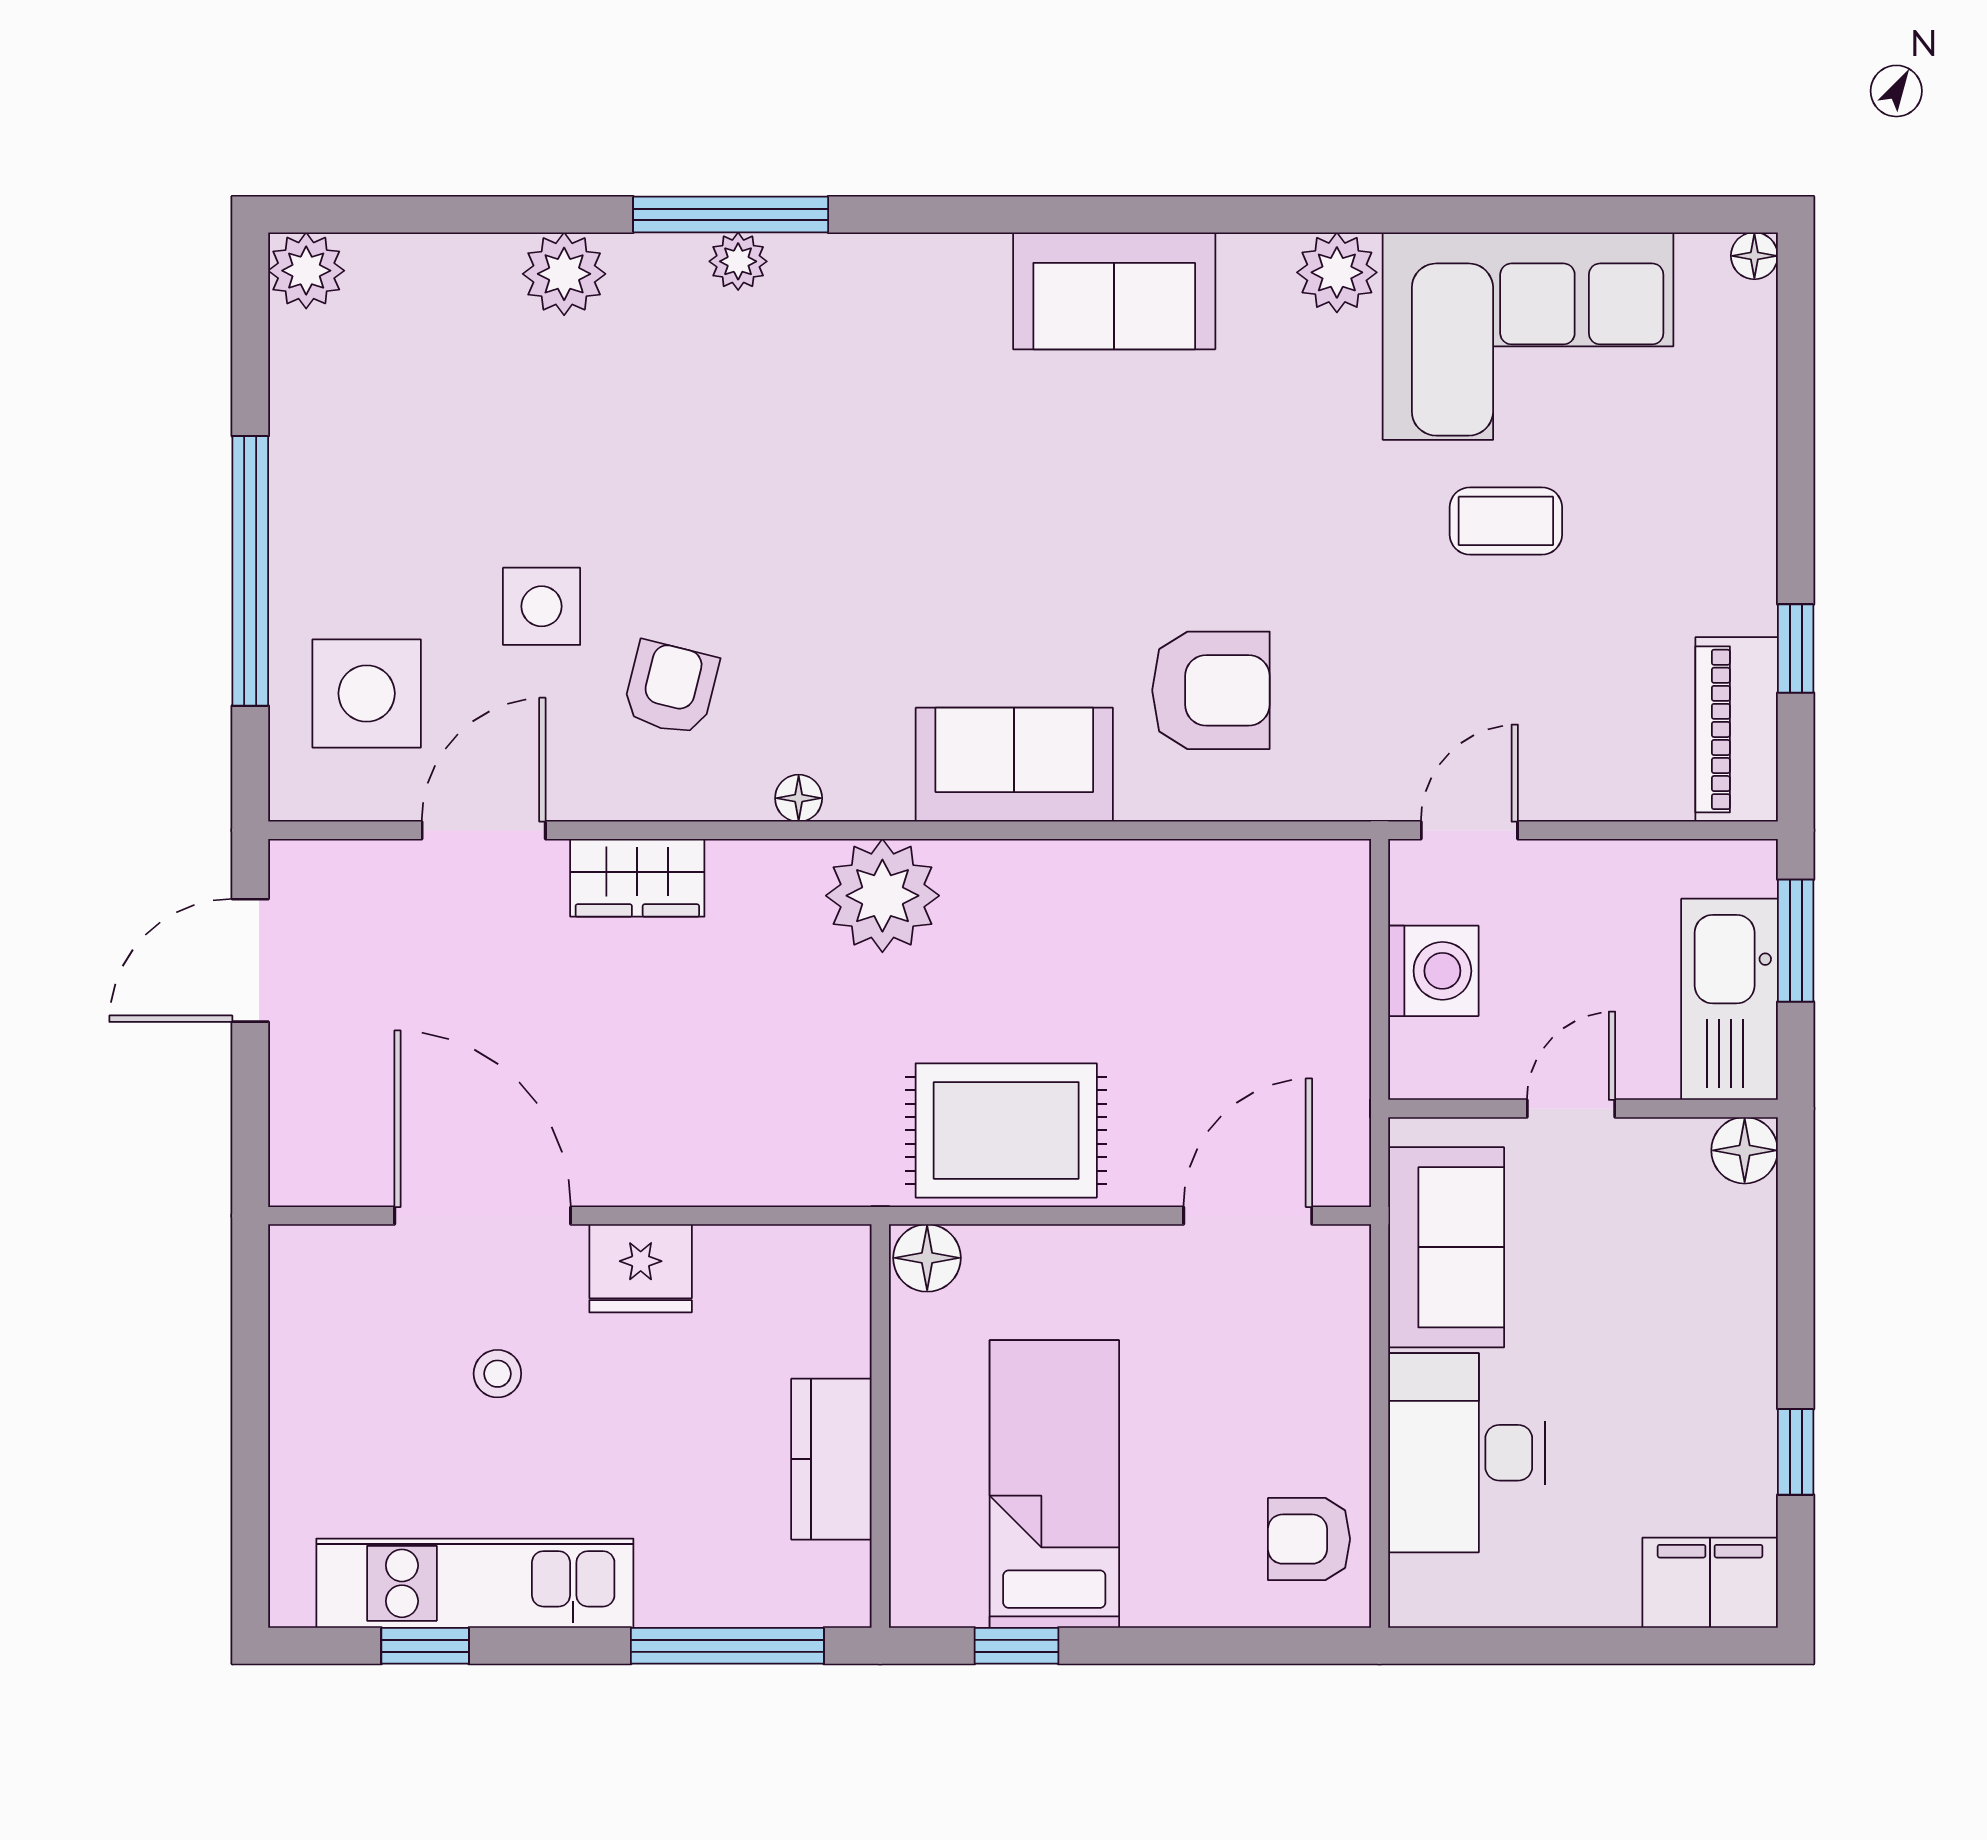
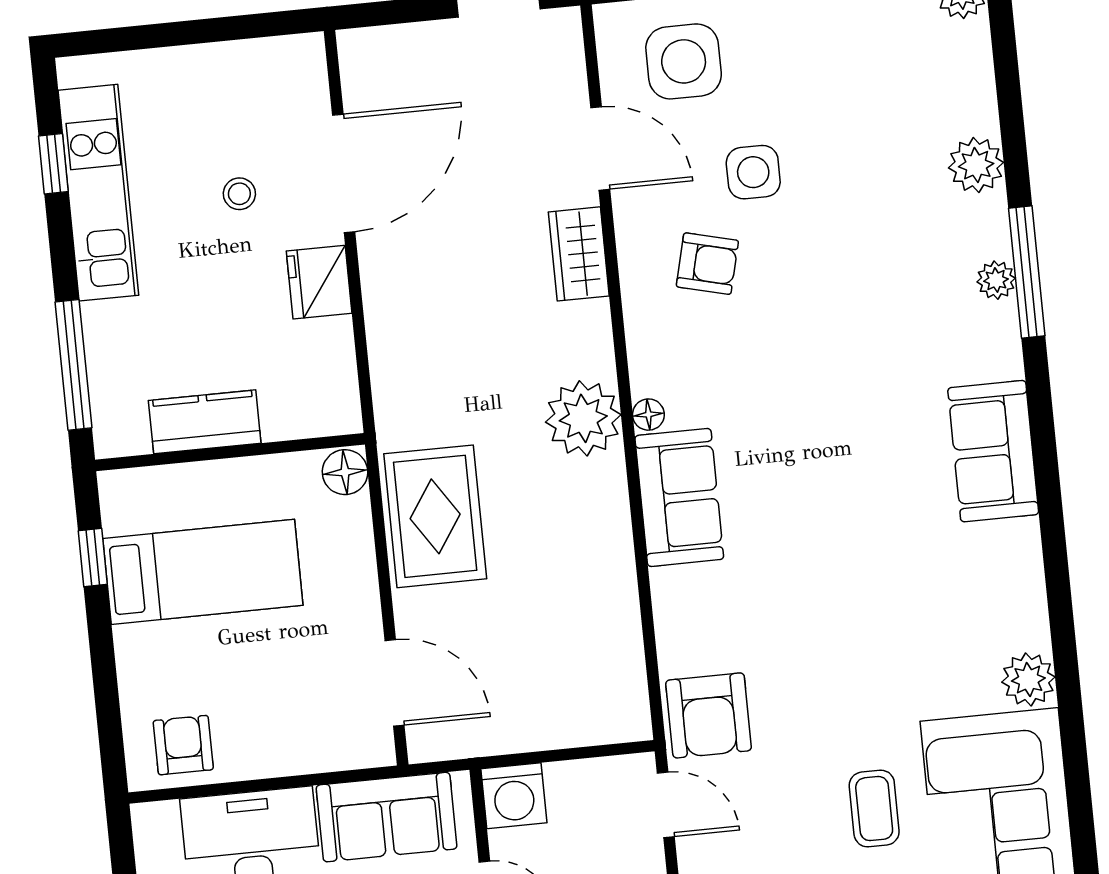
sofa: (1114, 291) -> (993, 451), moved
armchair: (1211, 690) -> (709, 715), moved
floor lamp: (799, 798) -> (648, 415), moved
washing machine: (1433, 971) -> (514, 796), moved

